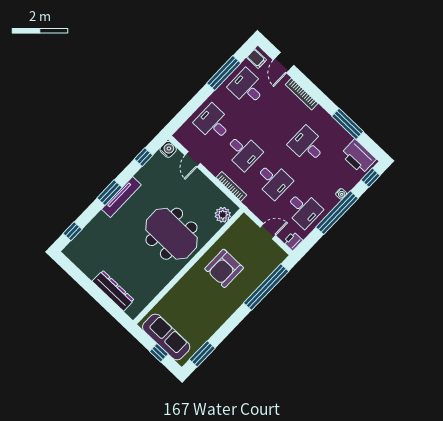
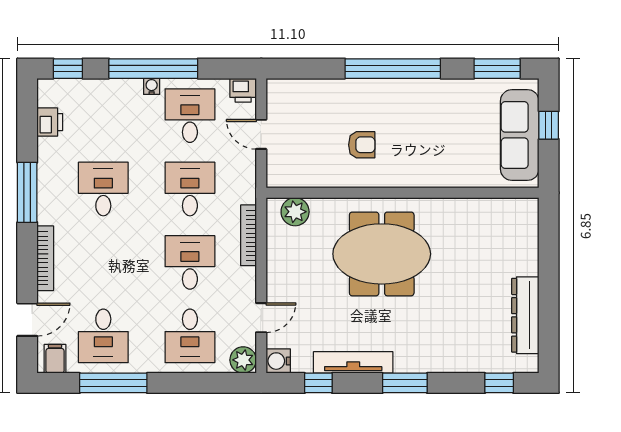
window: (348, 124) -> (27, 192), moved
plant: (182, 135) -> (243, 360), added
desk: (307, 145) -> (103, 189), turned 180
printer: (358, 157) -> (50, 122), width x0.53, depth x0.68
water cooler: (341, 194) -> (152, 86), moved
tv unit: (121, 197) -> (353, 362), moved
meeting table: (171, 234) -> (382, 254), turned 90
armchair: (224, 268) -> (362, 145), width x0.53, depth x0.53
window: (266, 287) -> (393, 69), moved
dresser: (113, 291) -> (525, 315), moved

